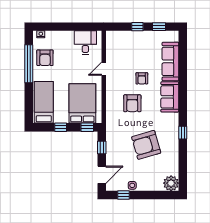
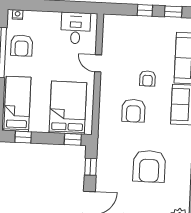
door: (104, 69) -> (98, 63), hinge flipped
window: (61, 127) -> (23, 137), moved
armchair: (146, 145) -> (149, 166), turned -74

